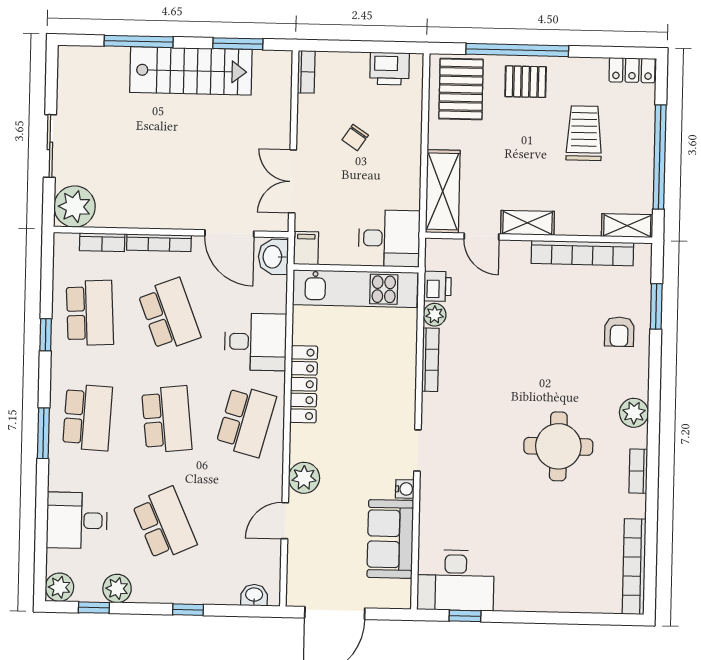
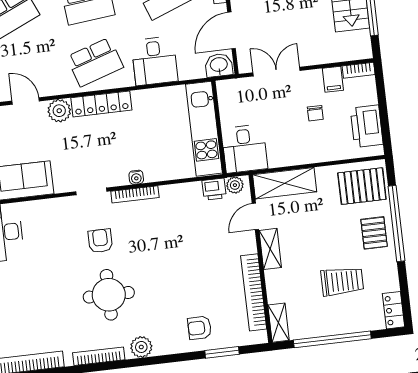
printer: (390, 69) -> (367, 126), width x1.37, depth x1.19
chair: (355, 137) -> (315, 113), turned -124
filing cabinet: (306, 248) -> (333, 79), moved, turned 90
plant: (435, 315) -> (235, 185), moved
bookcase: (430, 360) -> (135, 194), moved
locker: (304, 384) -> (101, 104), moved
school desk: (246, 421) -> (95, 62), turned -33
armchair: (485, 448) -> (100, 241), added
bookcase: (638, 471) -> (99, 356), width x1.56
water cooler: (405, 489) -> (136, 177), moved

